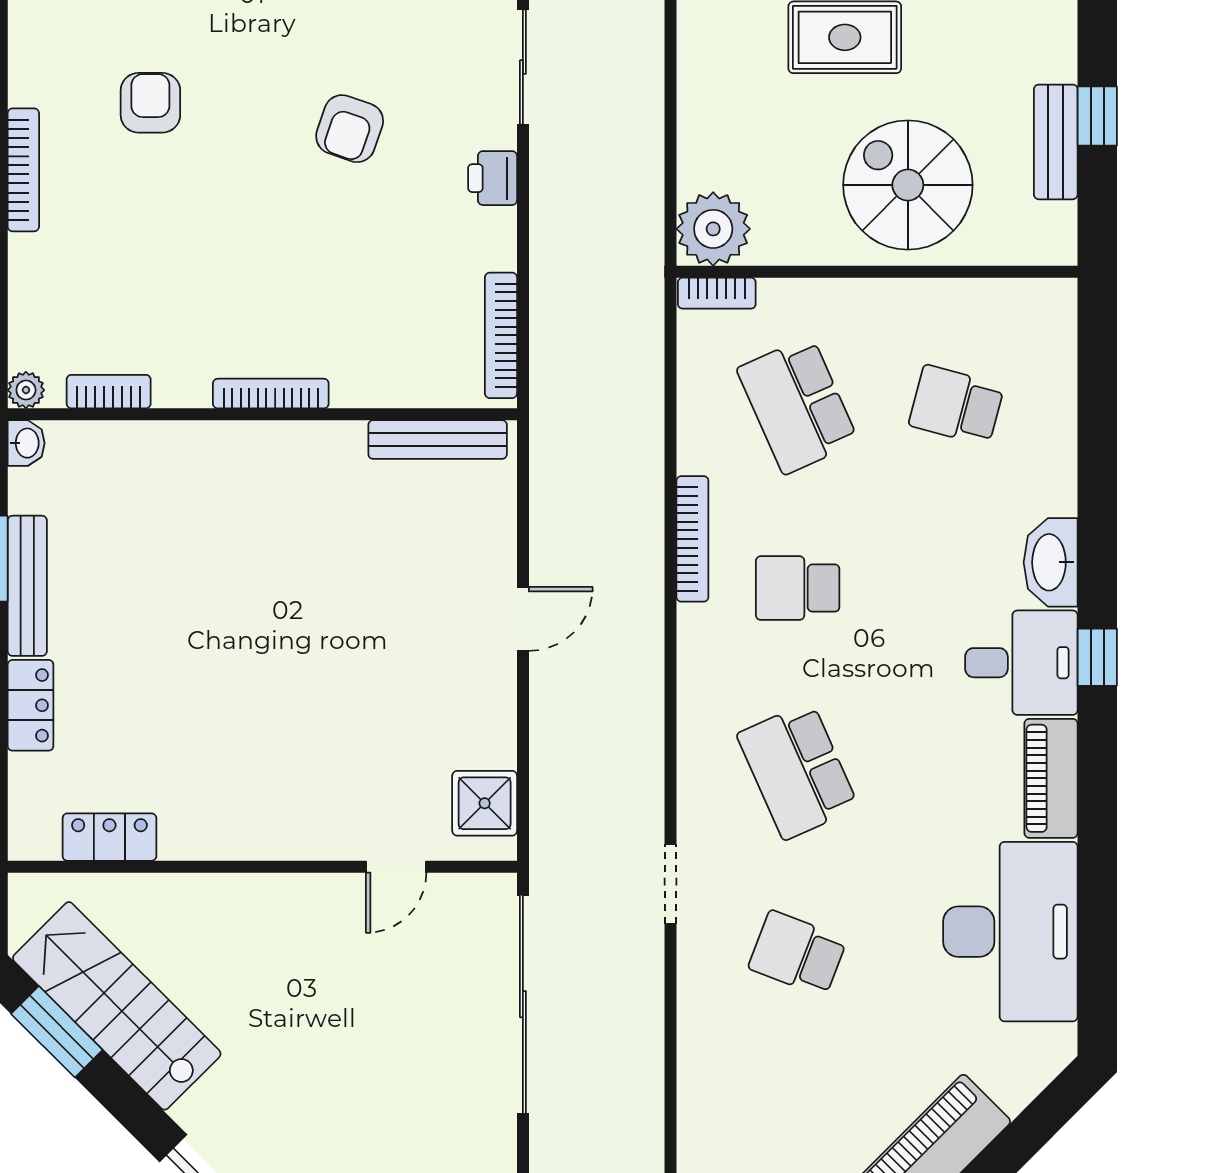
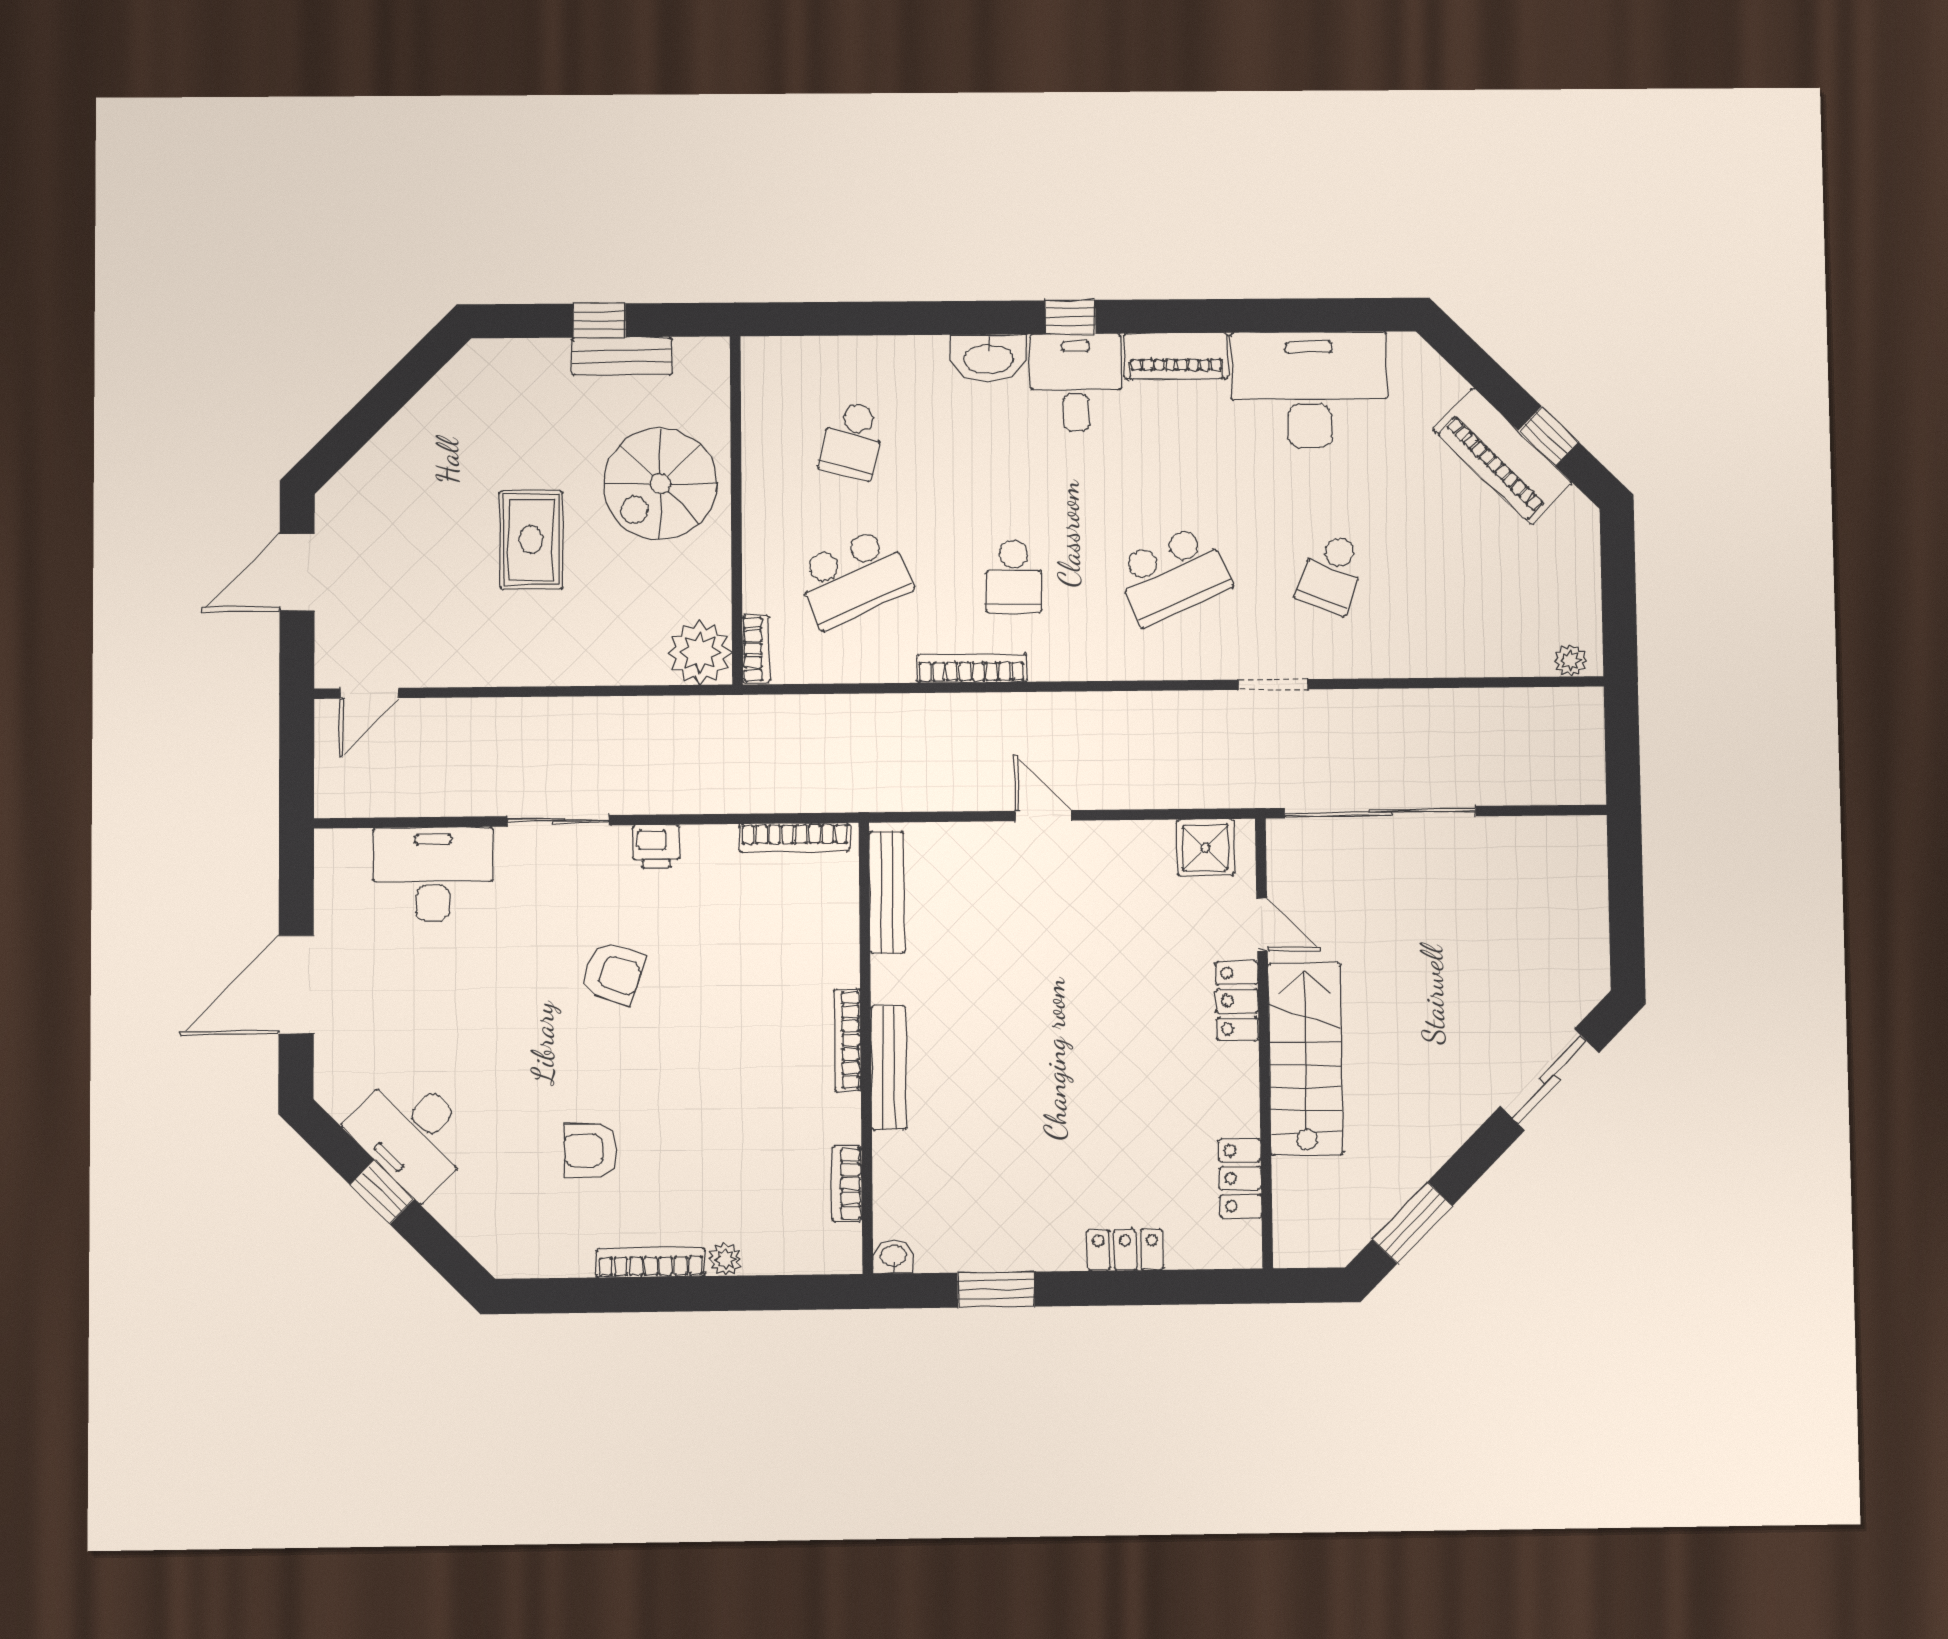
plant: (26, 390) -> (725, 1259), moved
bench: (27, 586) -> (889, 1068), moved, turned 90
locker: (310, 837) -> (1237, 1001), added
stairs: (117, 1006) -> (1305, 1059), moved, turned 135

